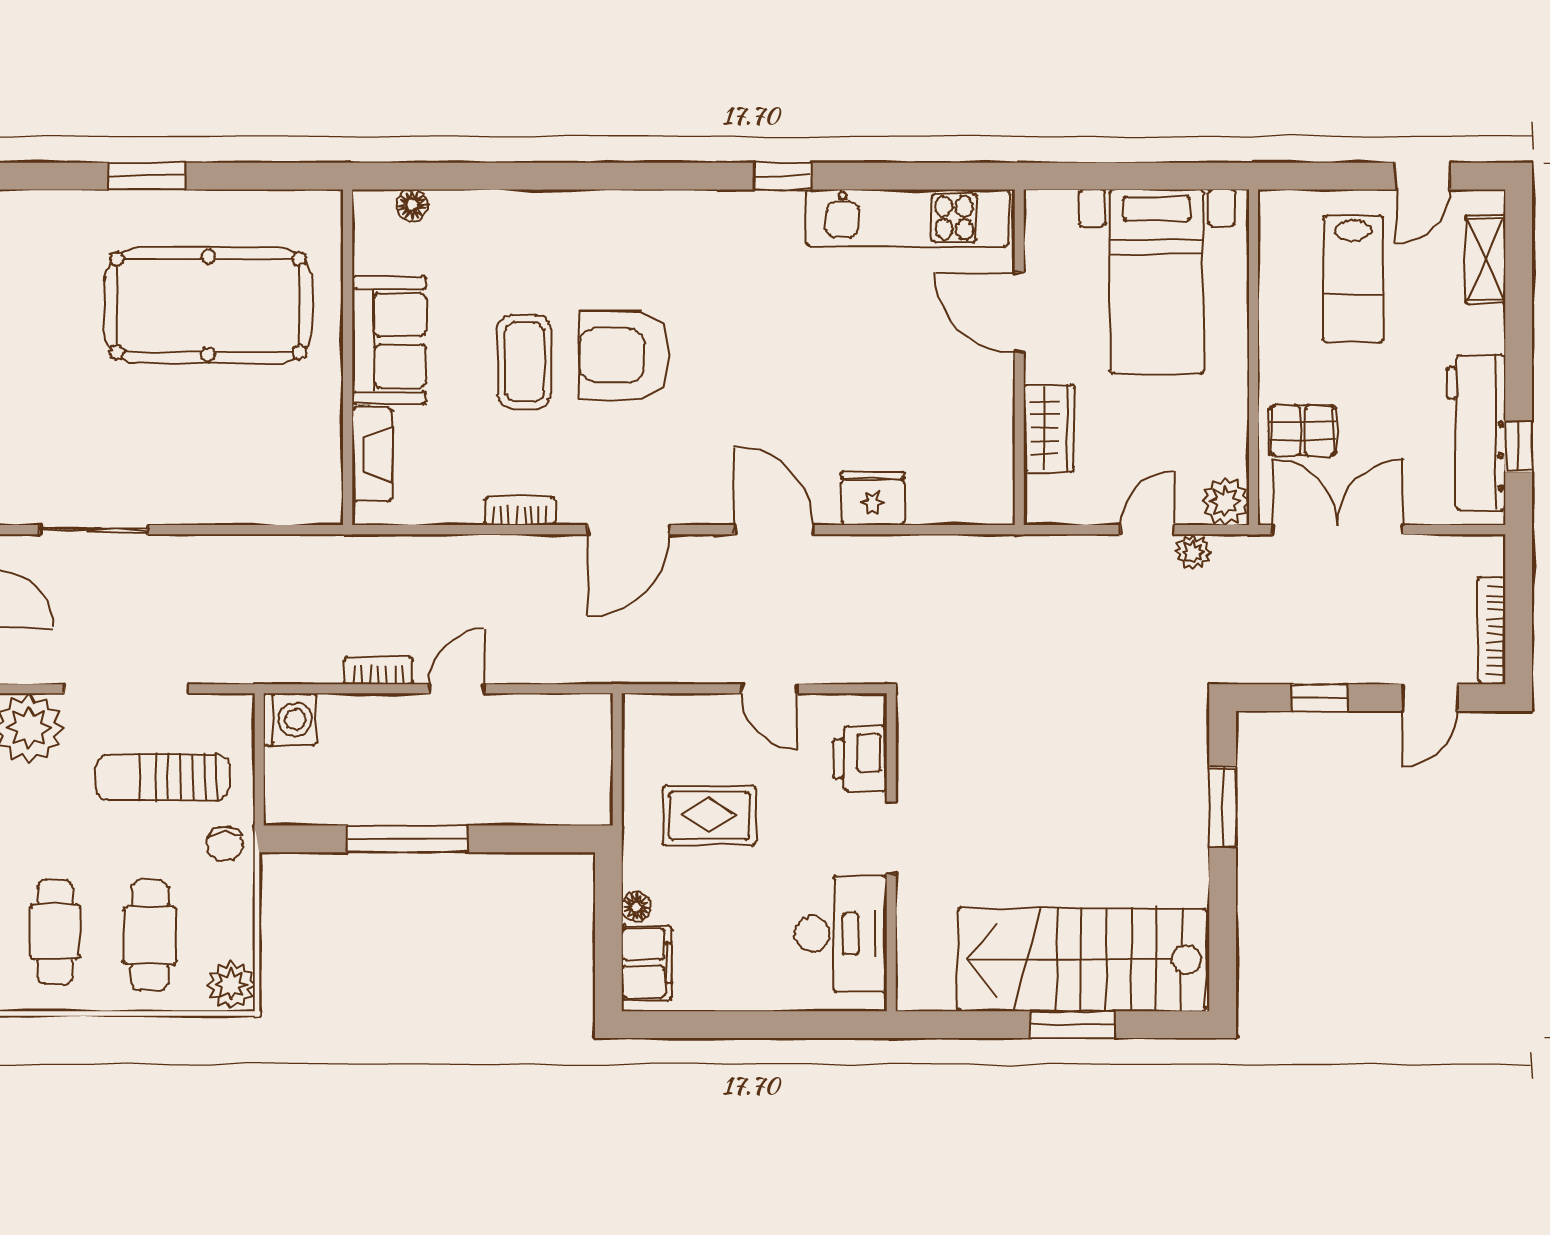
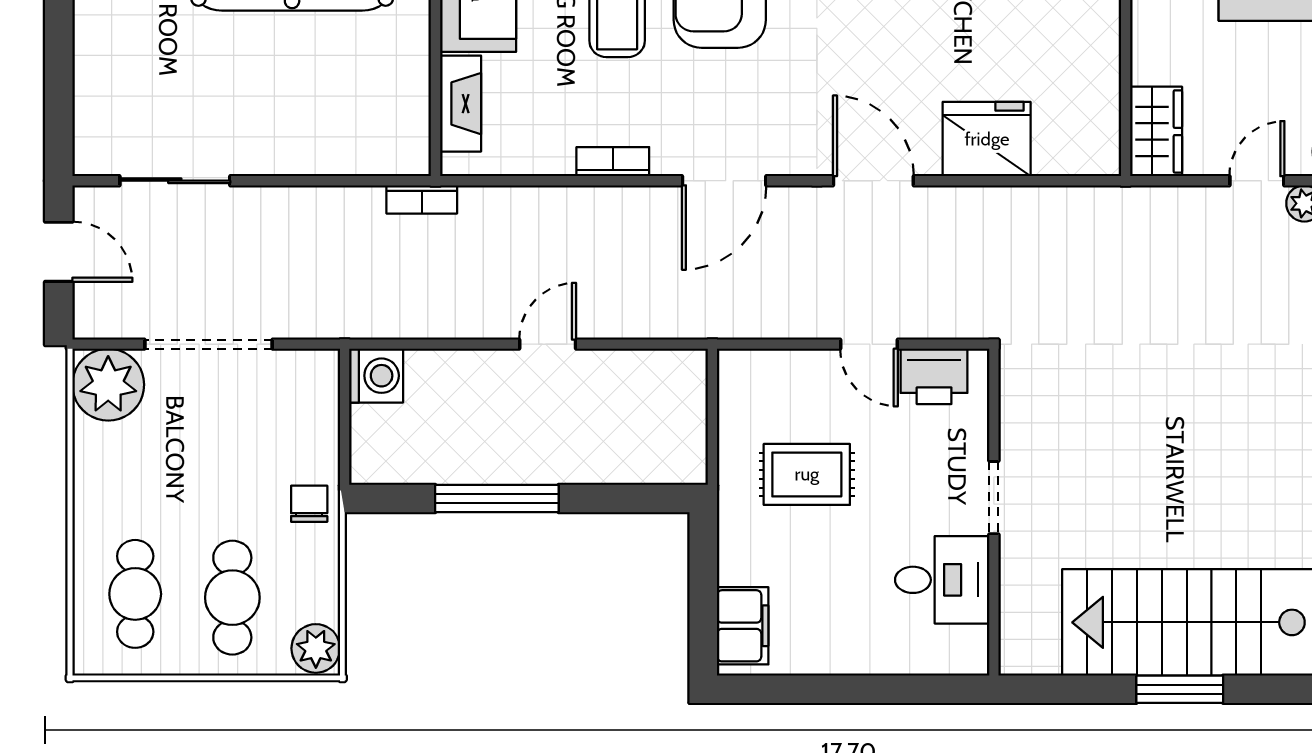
wardrobe: (1049, 428) -> (1156, 131), moved
fridge: (873, 498) -> (987, 139), width x1.36, depth x1.34
bookcase: (378, 671) -> (422, 199), moved, turned 180
printer: (860, 759) -> (934, 376), moved, turned -90
sun lounger: (163, 777) -> (246, 435), removed
chair: (225, 844) -> (309, 504), turned 180
floor lamp: (636, 907) -> (732, 568), removed
desk: (841, 934) -> (942, 580), width x0.73

